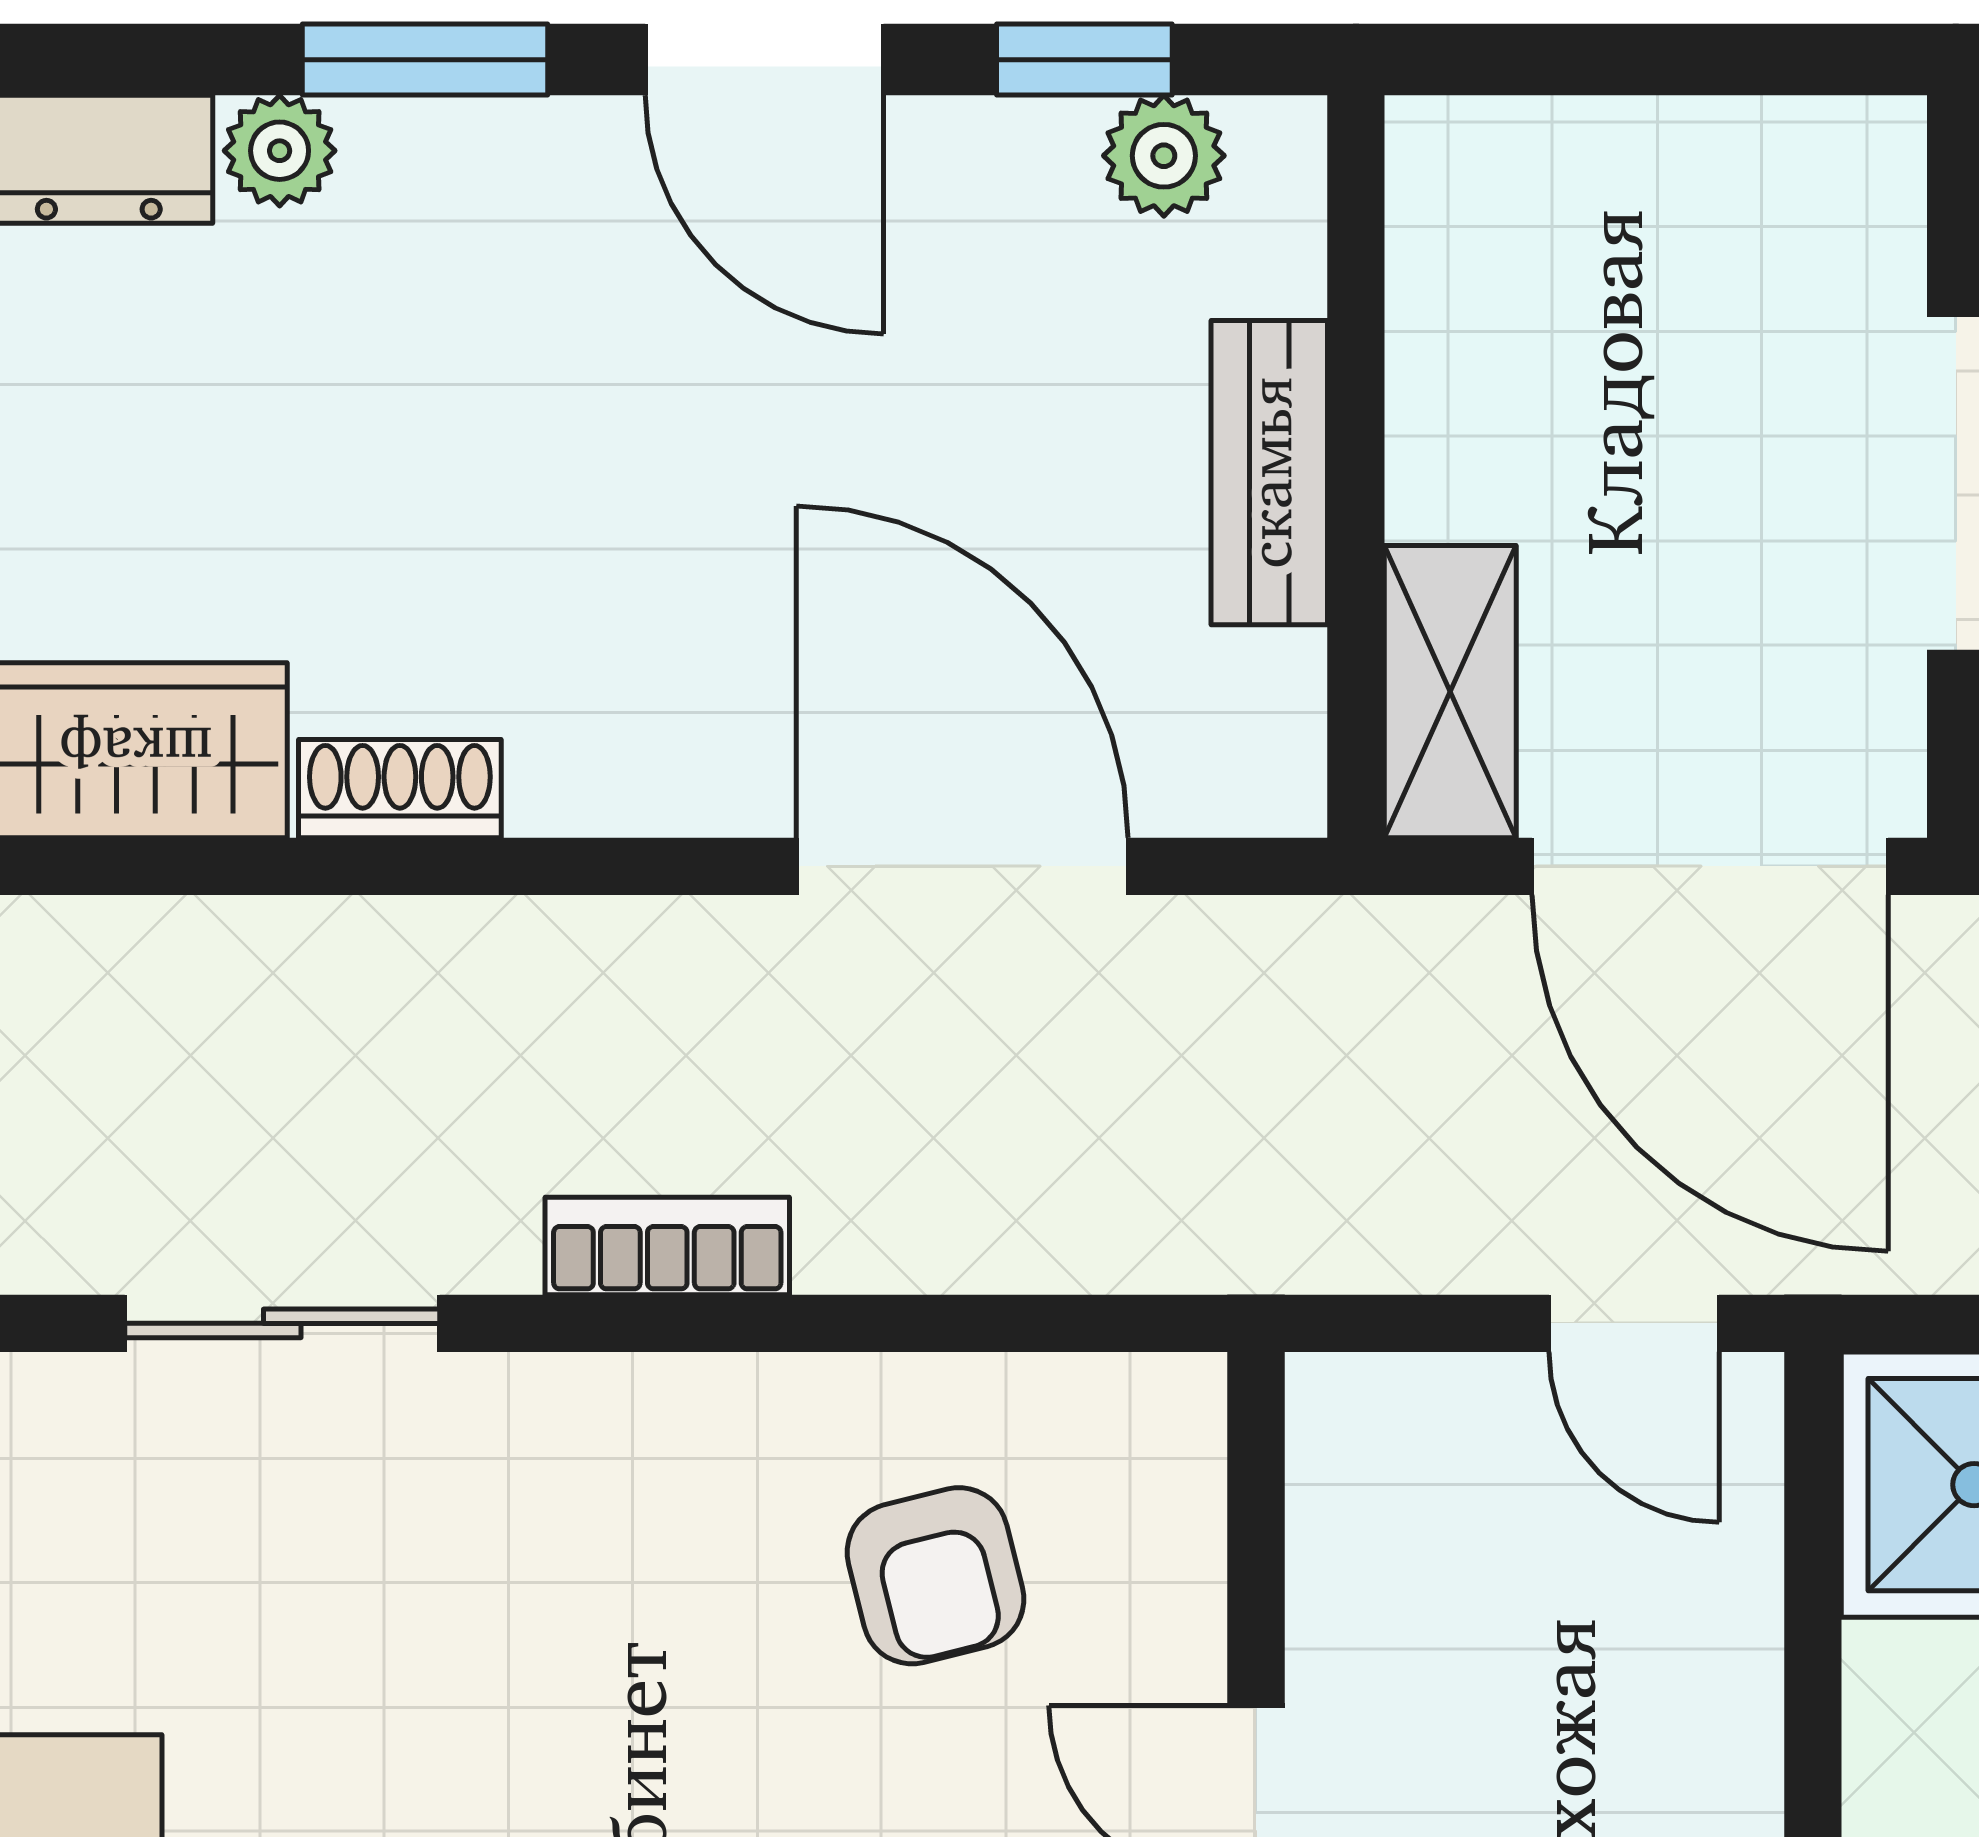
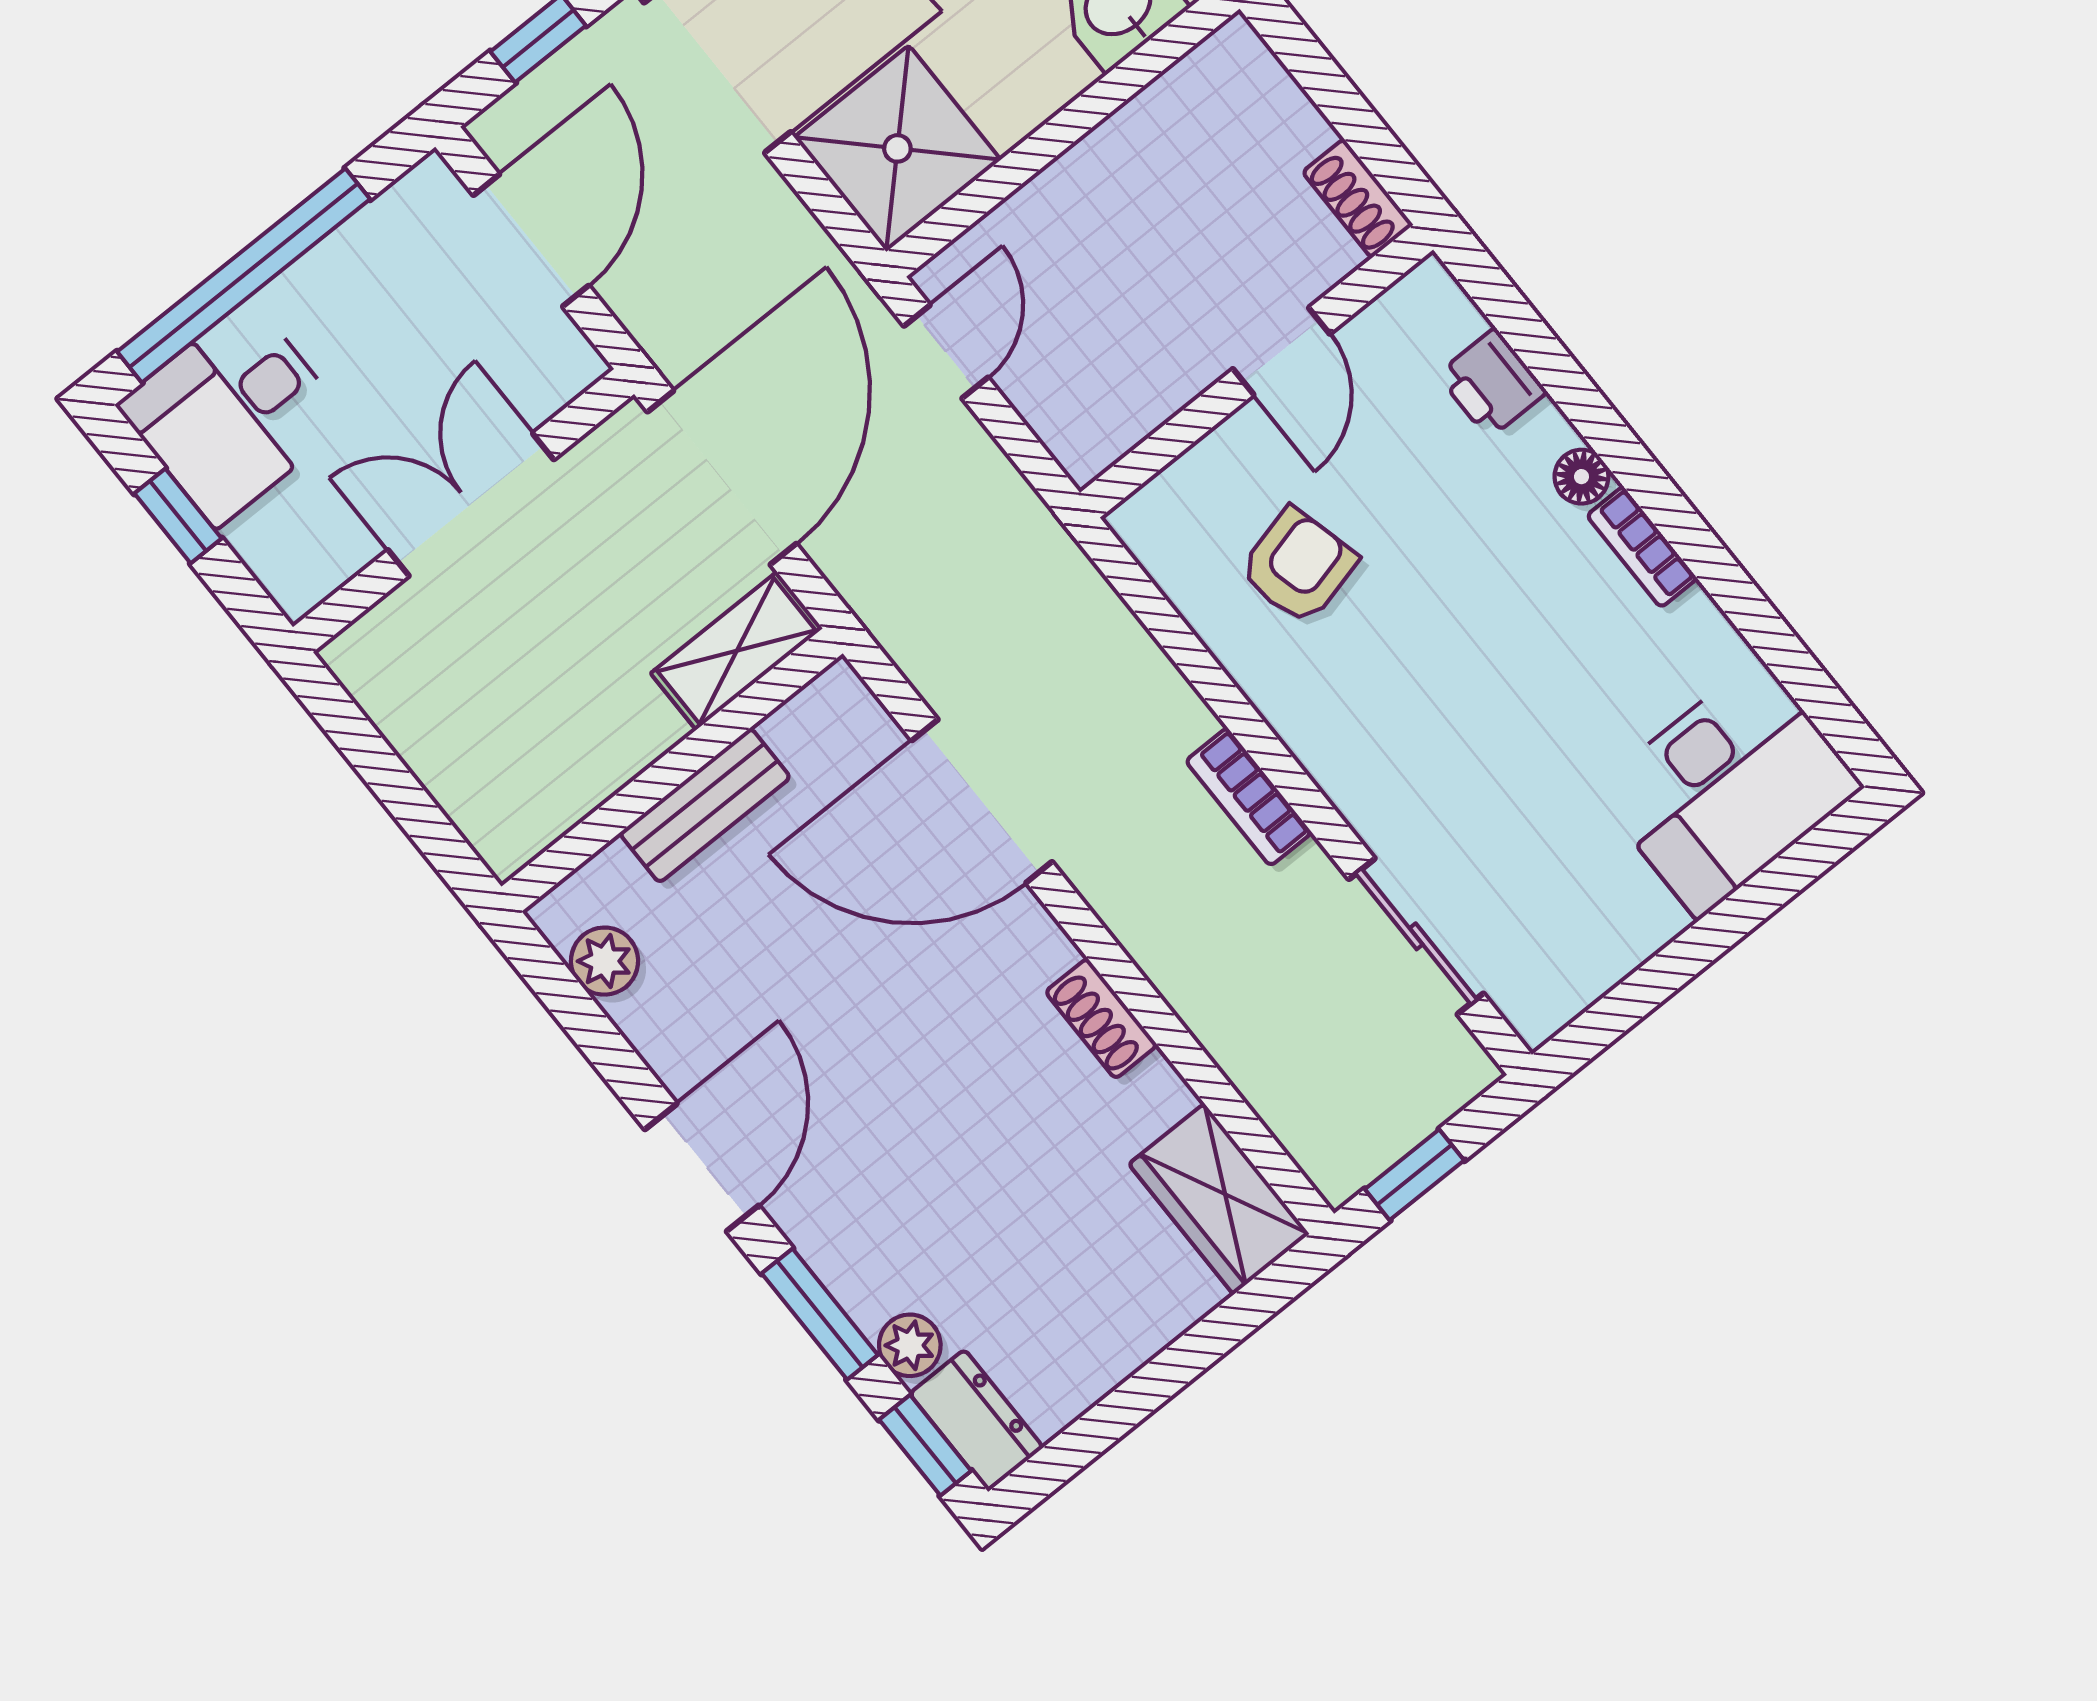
window: (1084, 60) -> (925, 1445), moved
shoe rack: (400, 789) -> (1101, 1018), moved
door: (962, 866) -> (982, 801), hinge flipped

